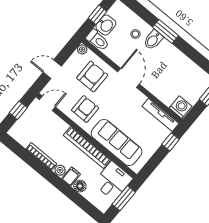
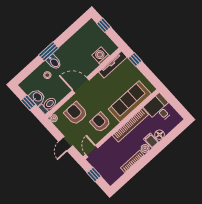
washing machine: (181, 107) -> (101, 56), moved
window: (124, 198) -> (174, 102), removed

